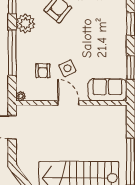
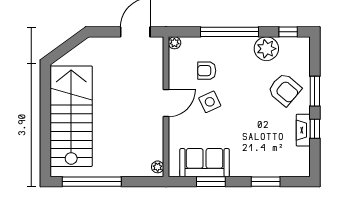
sofa: (107, 90) -> (205, 163), moved, turned -90
plant: (119, 110) -> (158, 167), added

